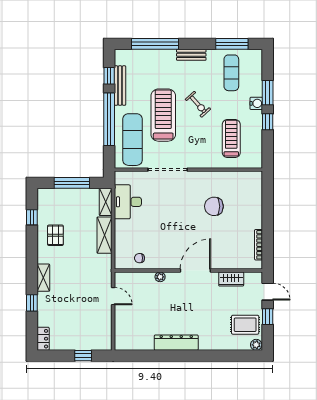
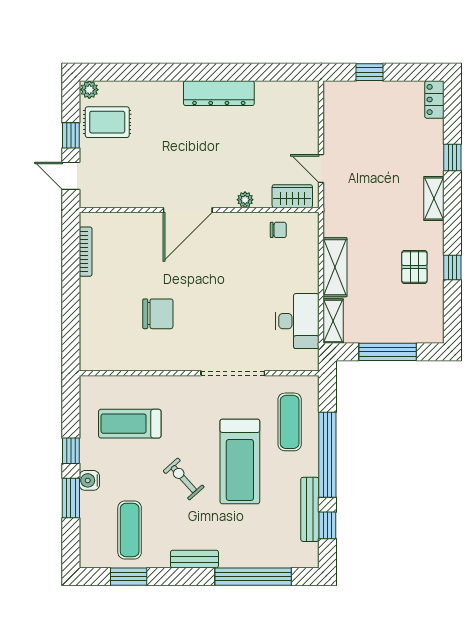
window: (232, 44) -> (129, 577), width x0.69
treadmill: (231, 139) -> (130, 424), turned 90
exercise mat: (133, 140) -> (290, 422), width x0.73, depth x0.69
window: (32, 217) -> (452, 267), moved
wardrobe: (231, 279) -> (292, 196), moved

